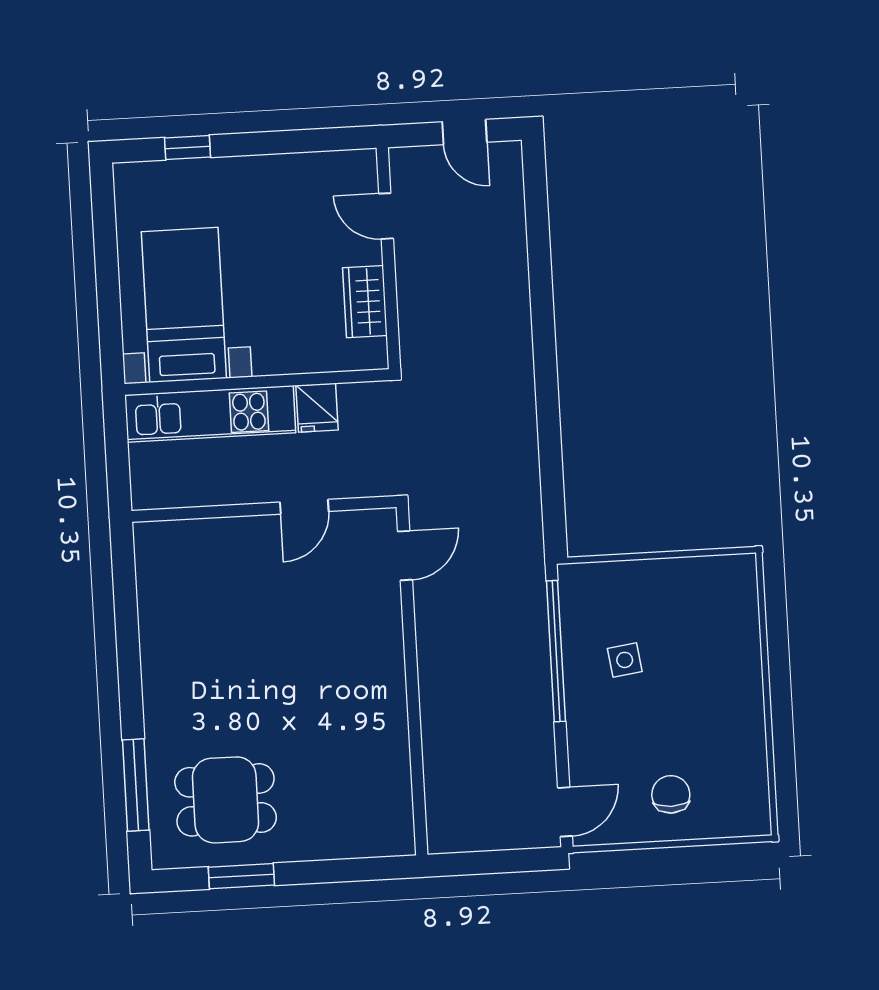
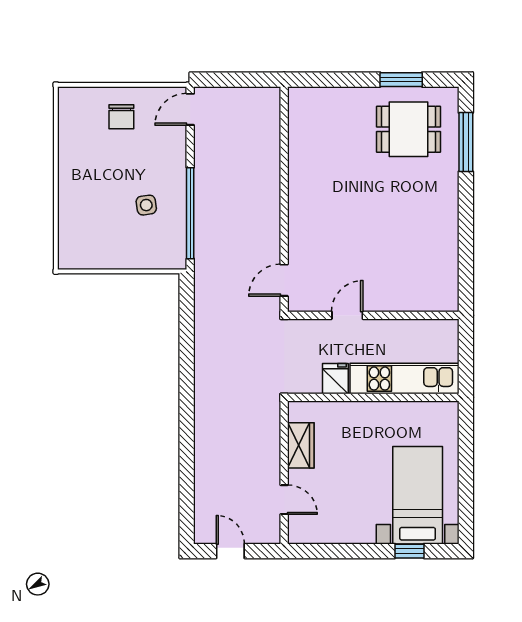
bed with nightstands: (184, 305) -> (418, 495), moved, turned 180

